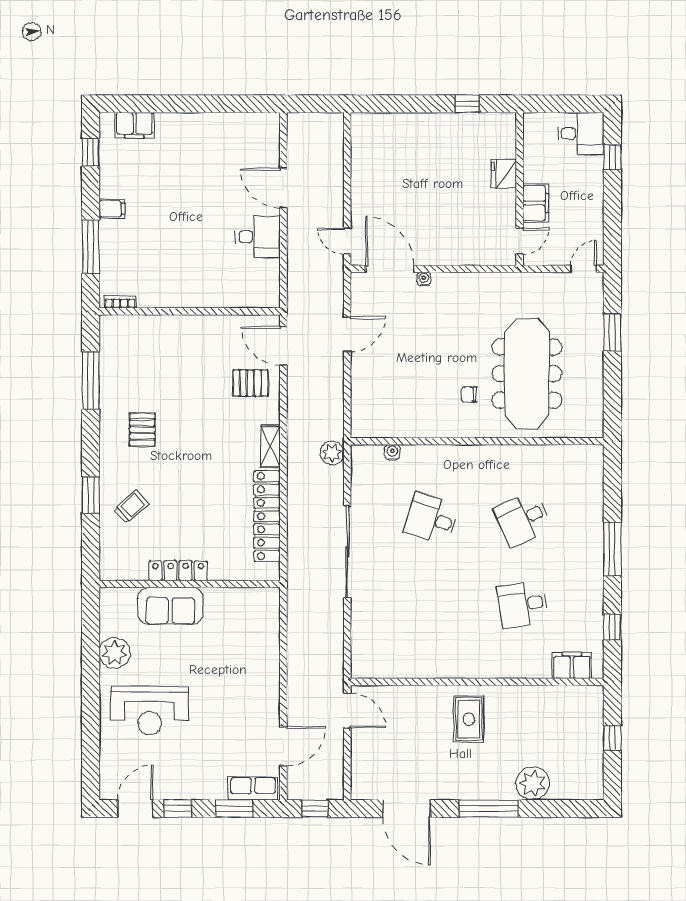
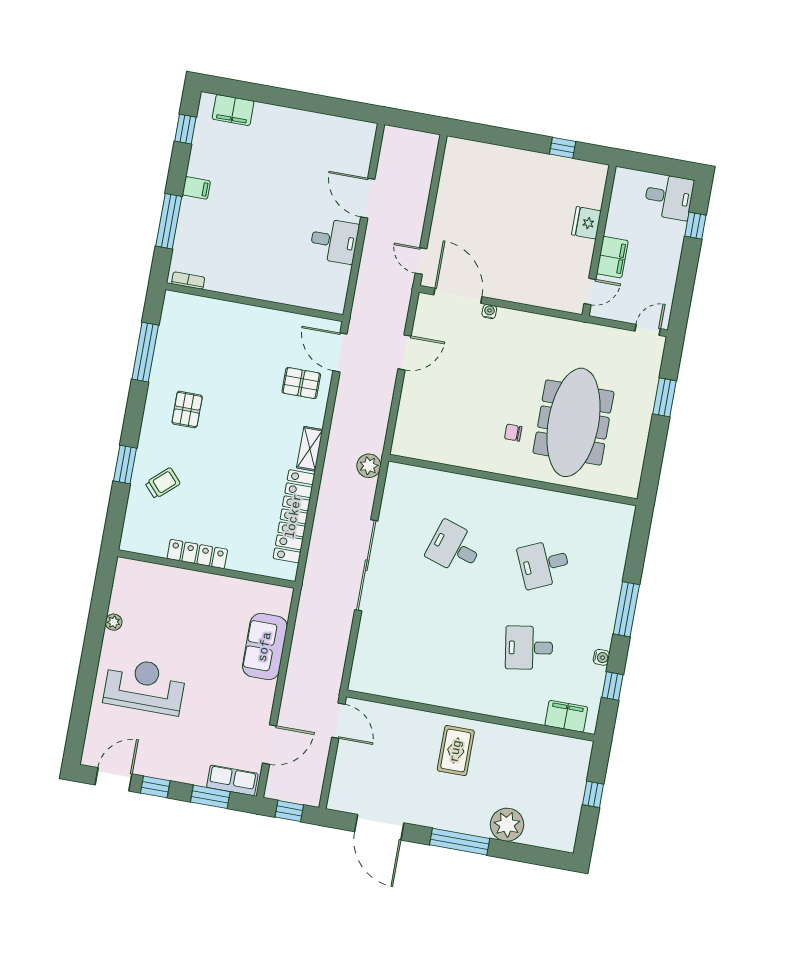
water cooler: (392, 452) -> (601, 657), moved, turned 90
sofa: (170, 606) -> (265, 647), moved, turned 90
plant: (115, 653) -> (114, 622), width x0.53, depth x0.53
reception desk: (150, 711) -> (145, 686), turned 180

